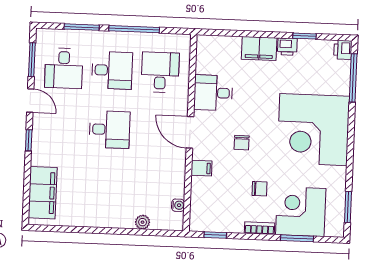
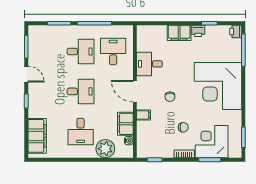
desk: (64, 68) -> (81, 131), moved
filing cabinet: (174, 180) -> (125, 124), added
plant: (143, 222) -> (105, 149), width x1.88, depth x1.88

